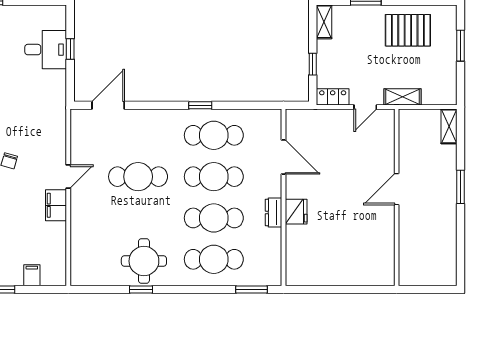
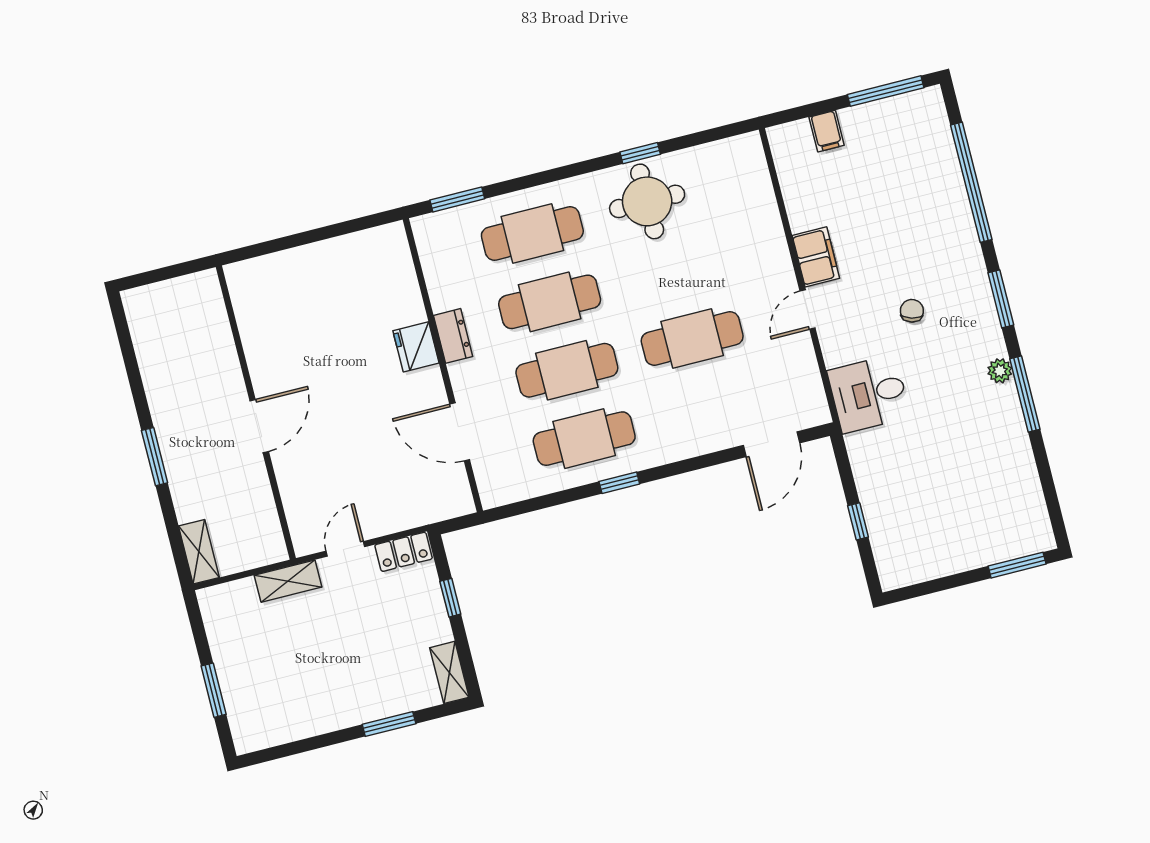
pallet: (408, 30) -> (307, 694), removed
desk: (46, 50) -> (869, 394), moved

